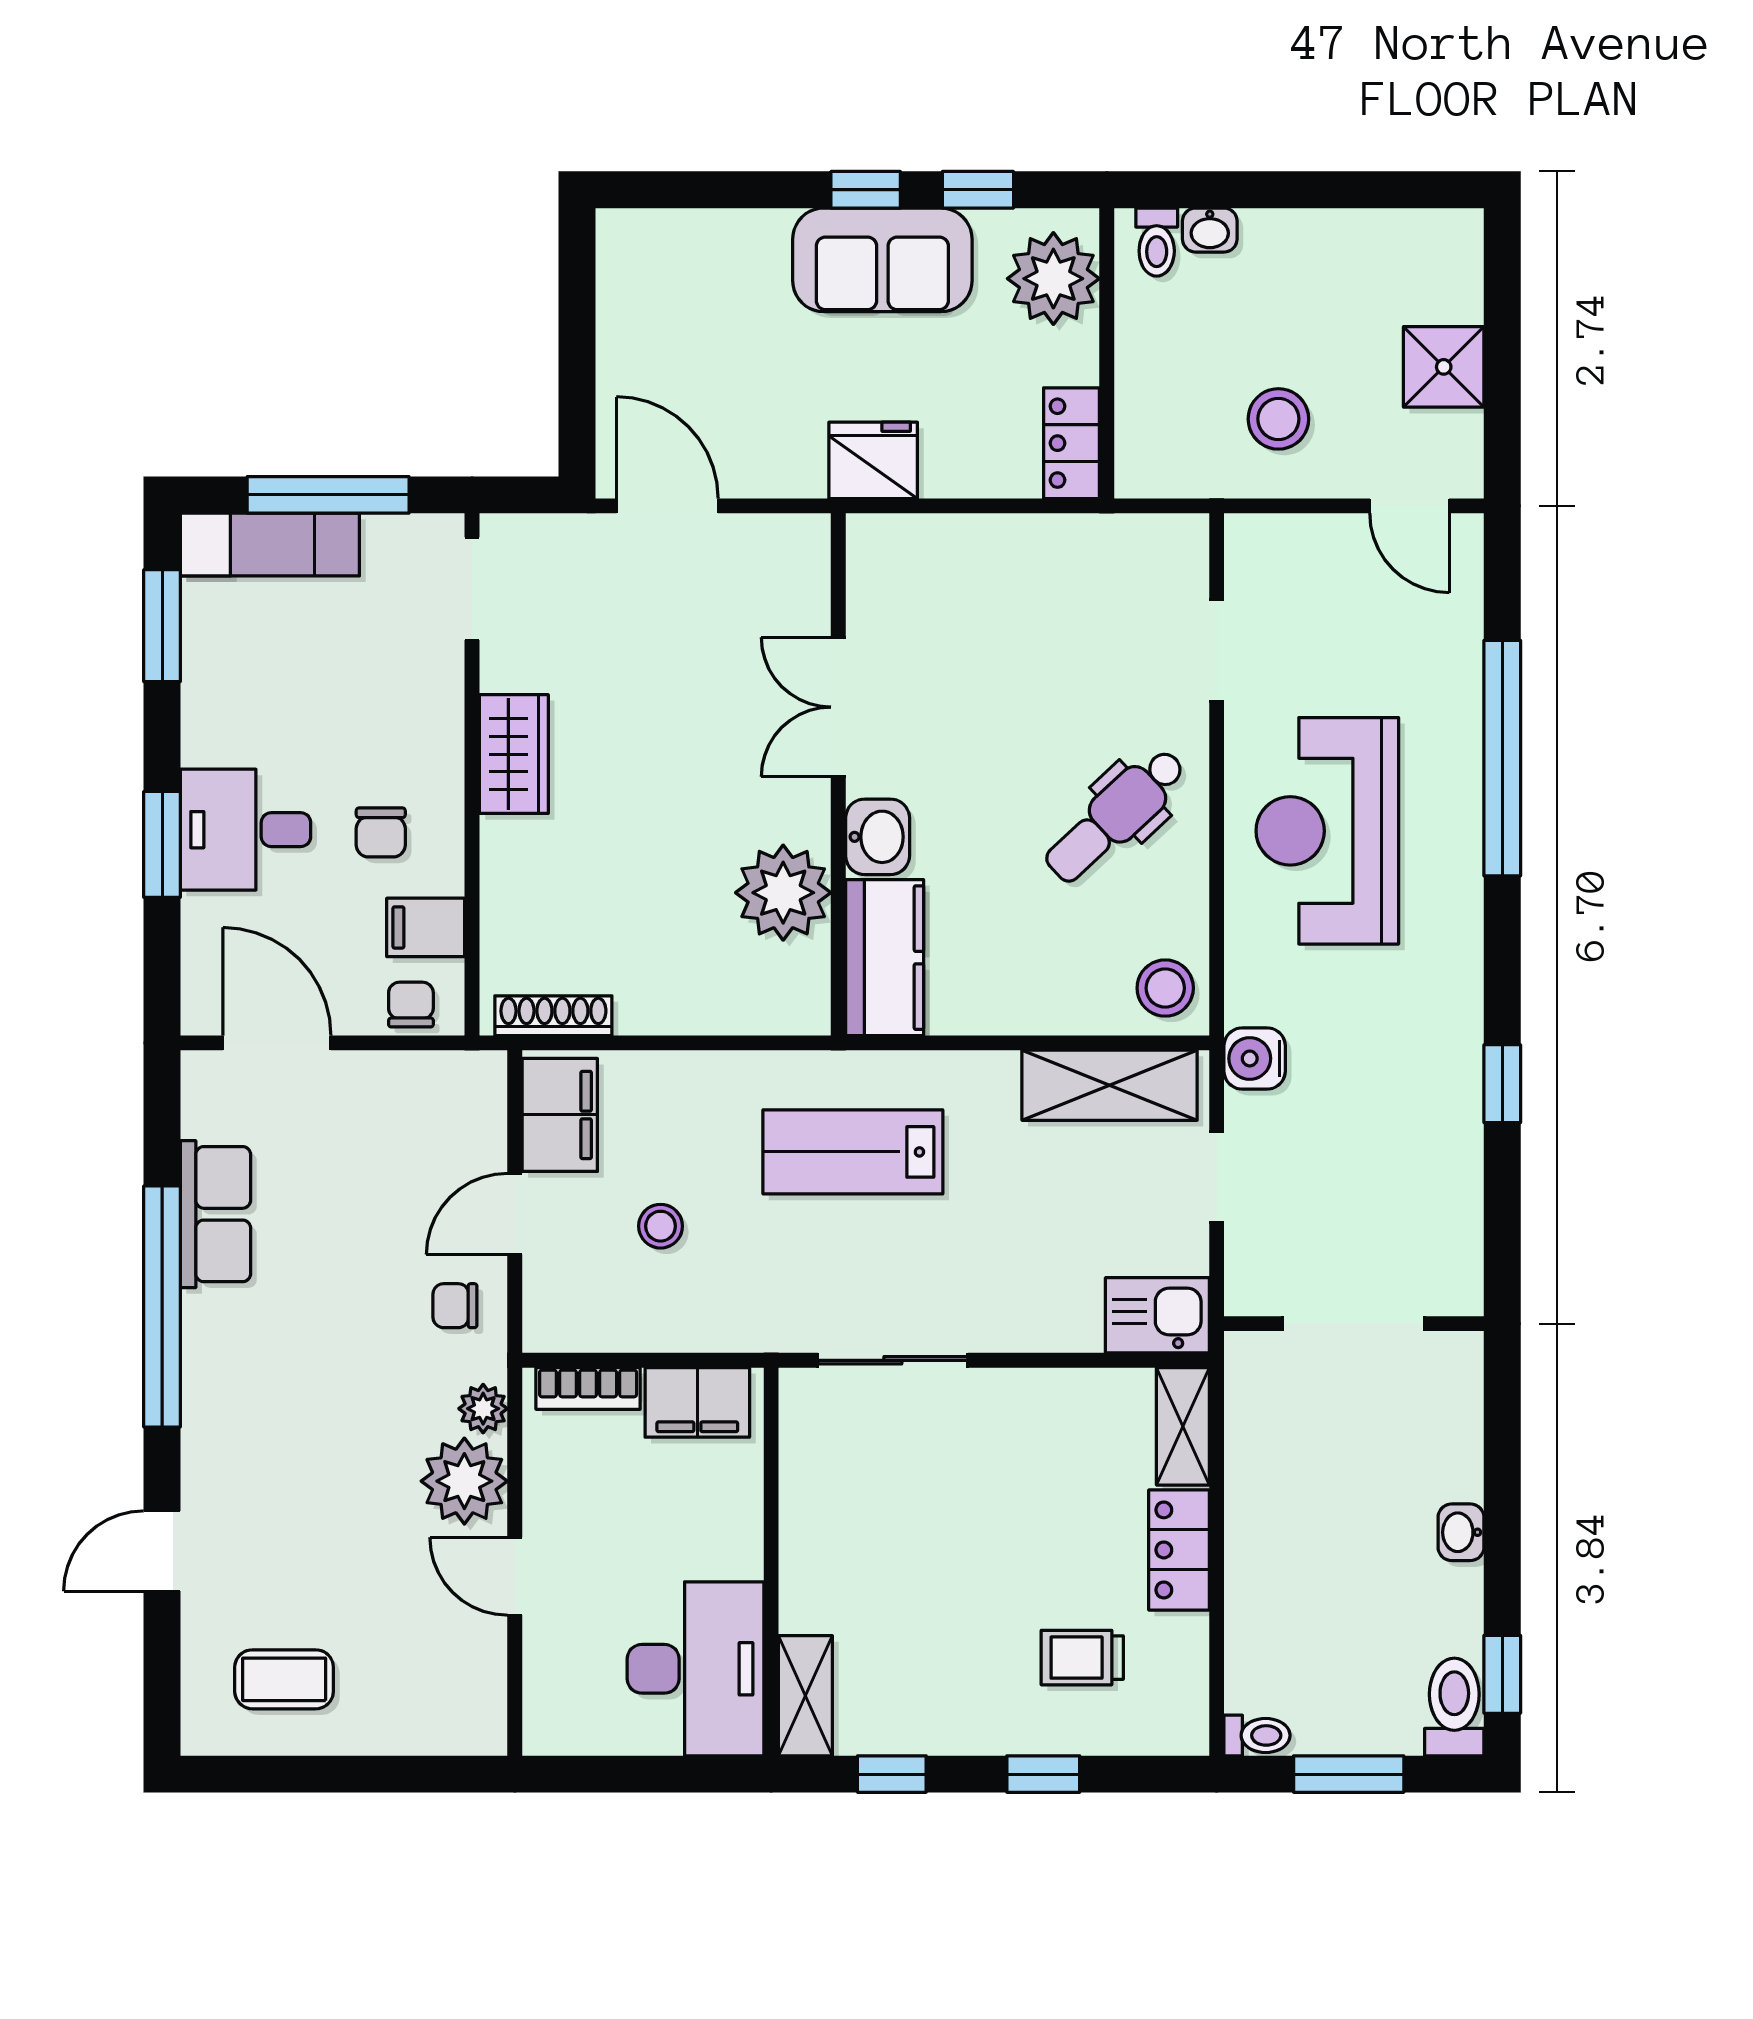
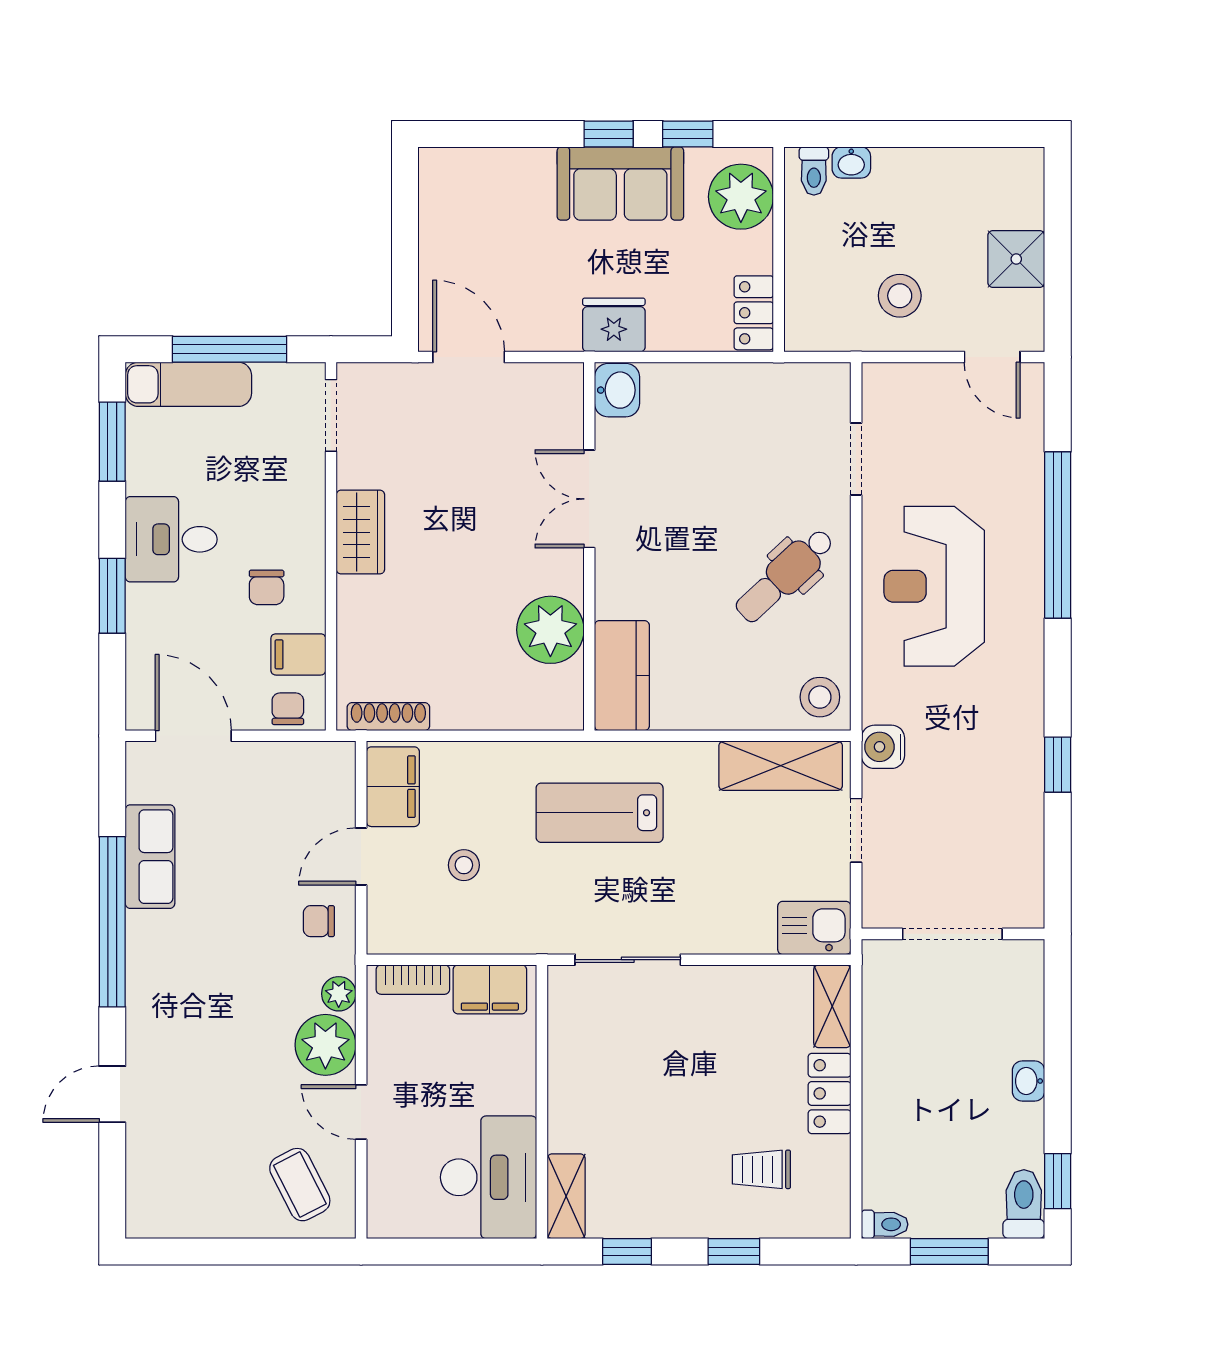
desk: (246, 830) -> (171, 539), moved
washbasin: (878, 837) -> (617, 390), moved
coffee table: (284, 1679) -> (300, 1185), moved, turned 63

